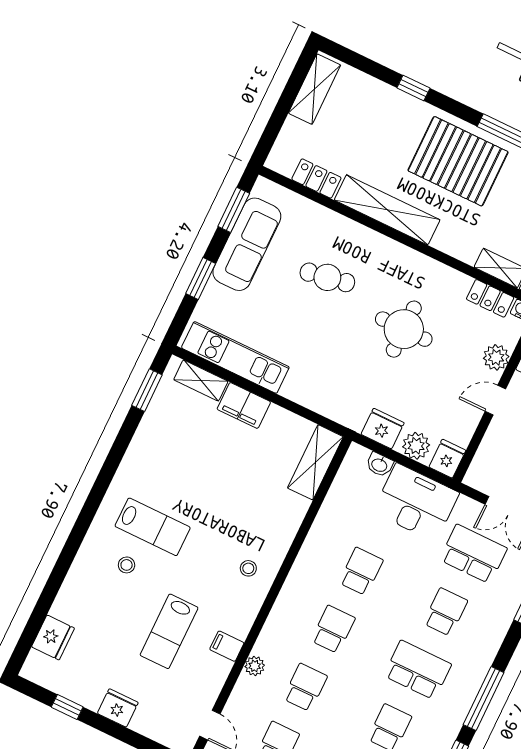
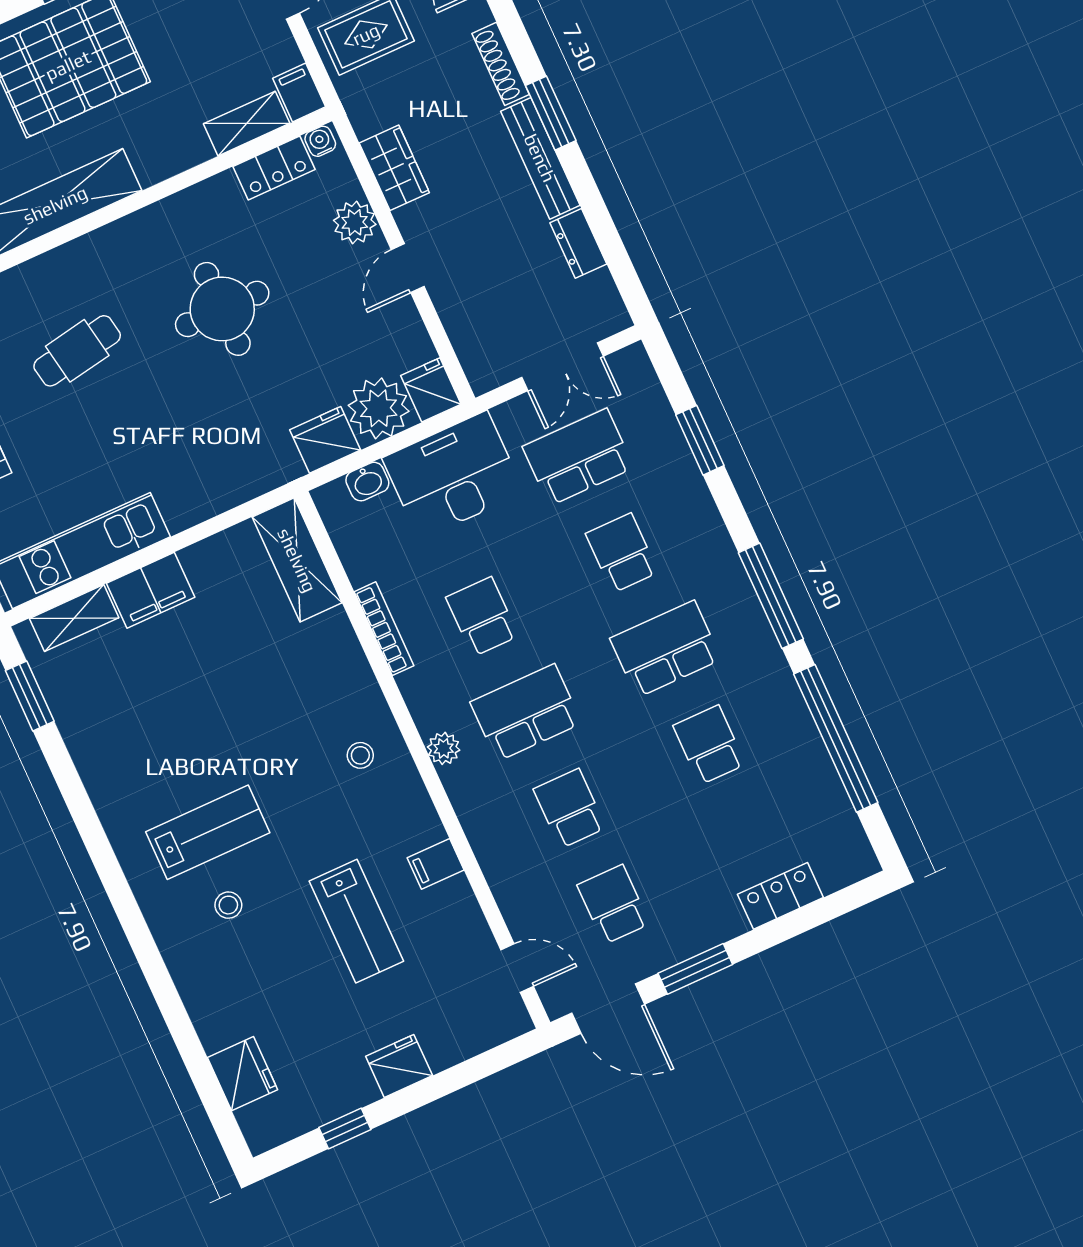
plant: (416, 446) -> (379, 408), width x1.36, depth x1.36
bookcase: (317, 530) -> (384, 629), added
school desk: (333, 629) -> (526, 713), width x1.85
plant: (255, 666) -> (444, 748), moved

